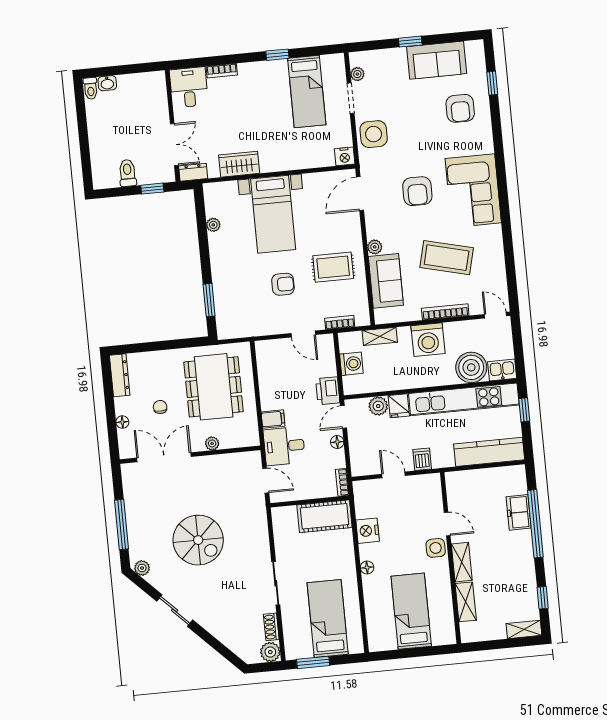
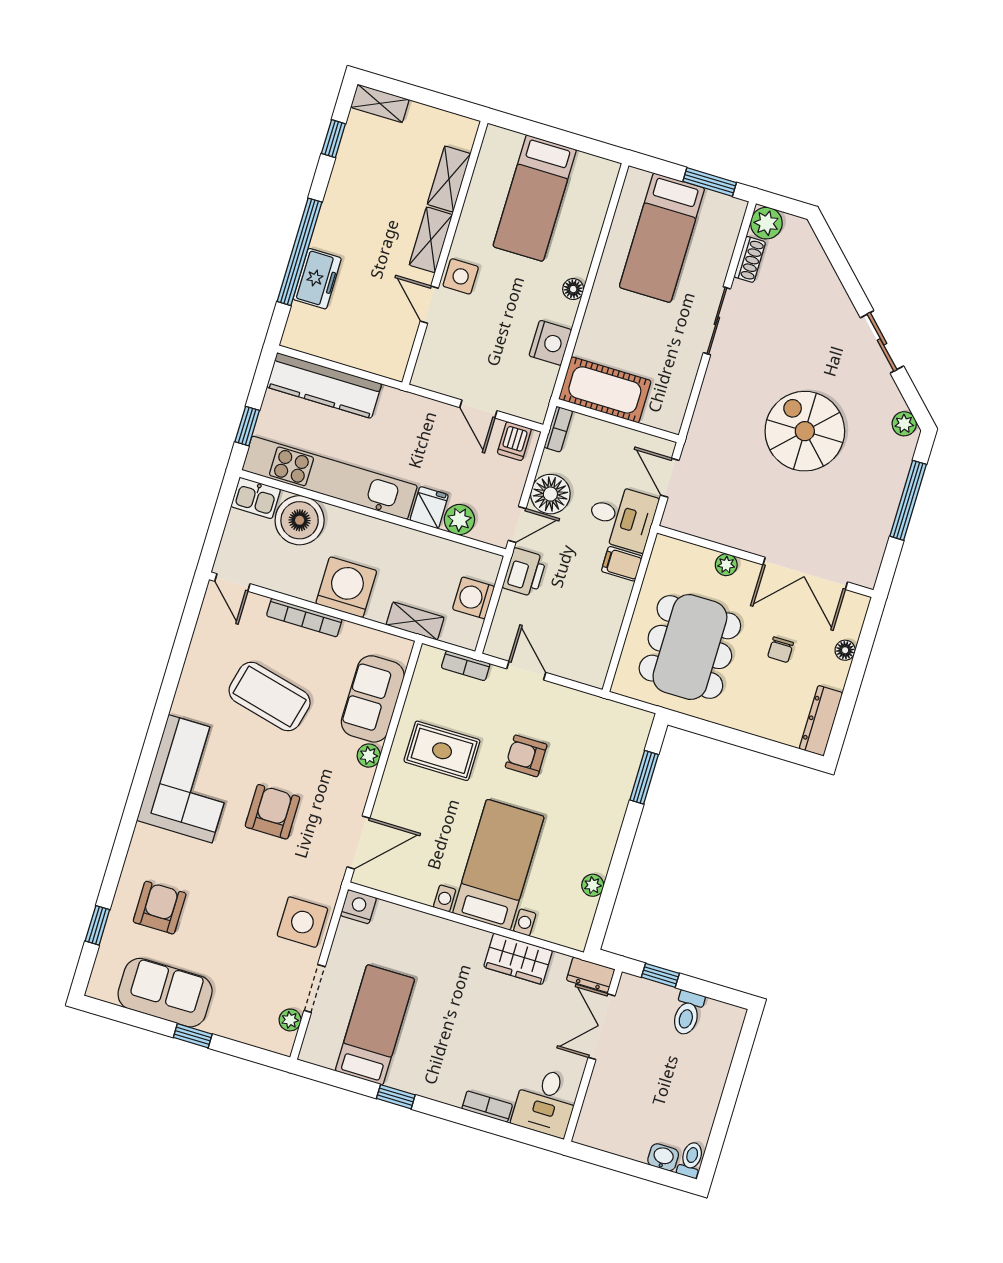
floor lamp: (337, 442) -> (550, 494), width x1.89, depth x1.89
dishwasher: (422, 459) -> (514, 441), moved

